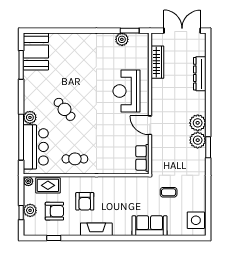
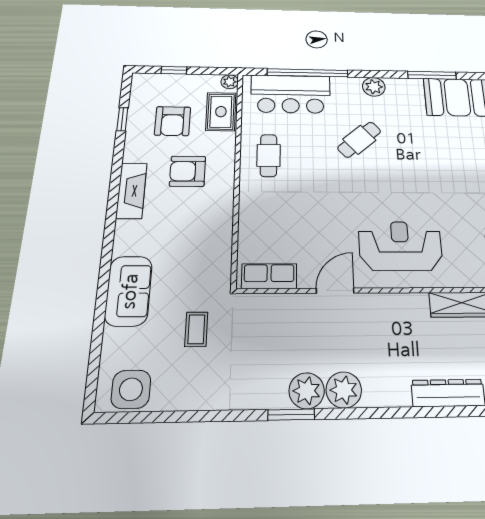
plant: (30, 117) -> (374, 87), moved
plant: (30, 210) -> (177, 83), removed

